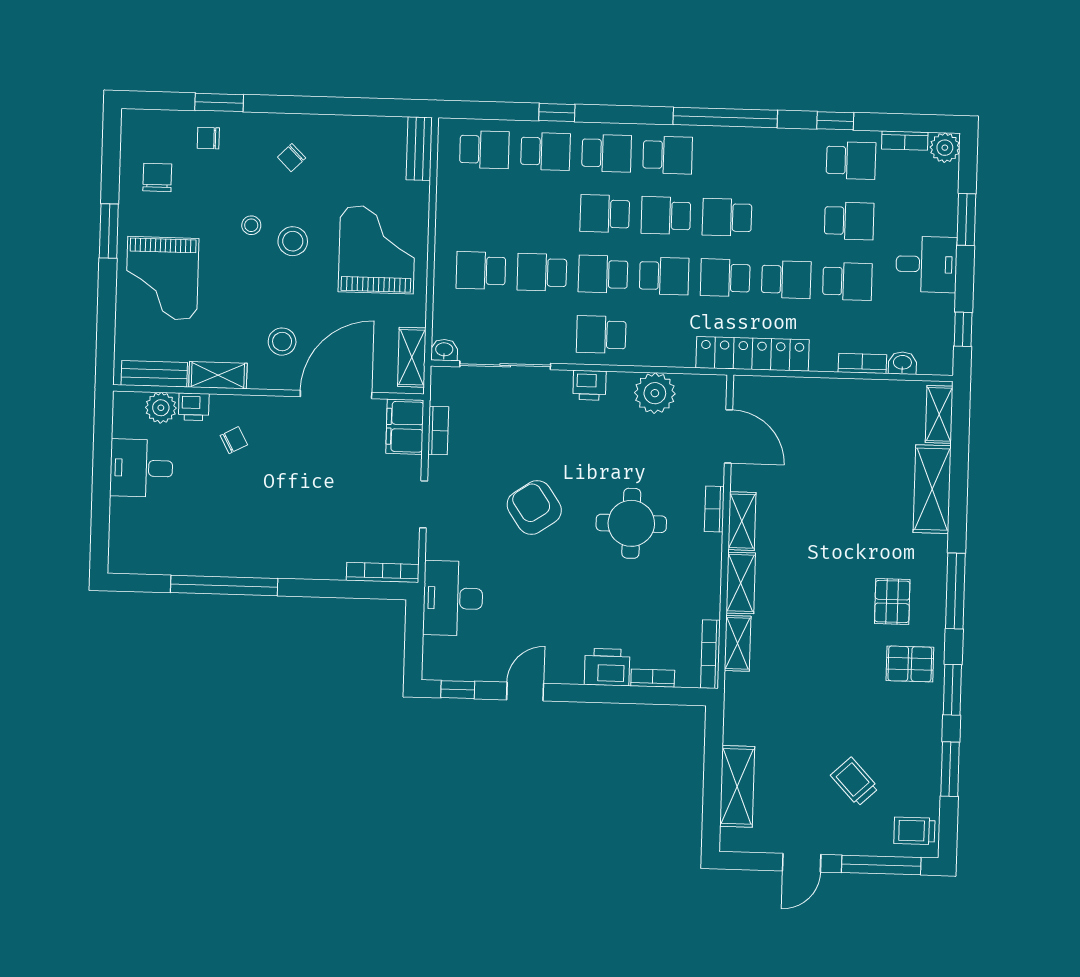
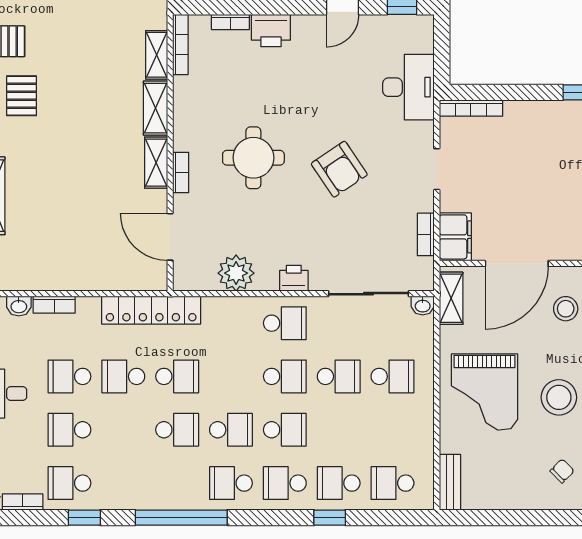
stool: (293, 241) -> (559, 397), width x1.38, depth x1.38
school desk: (664, 276) -> (231, 376), removed

